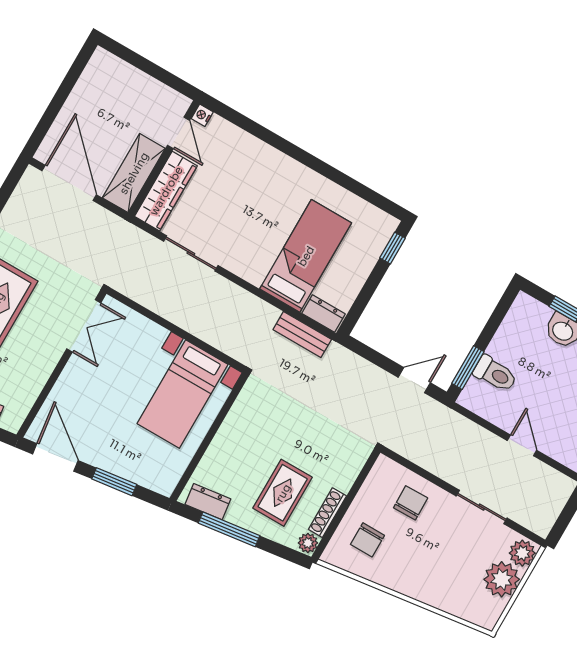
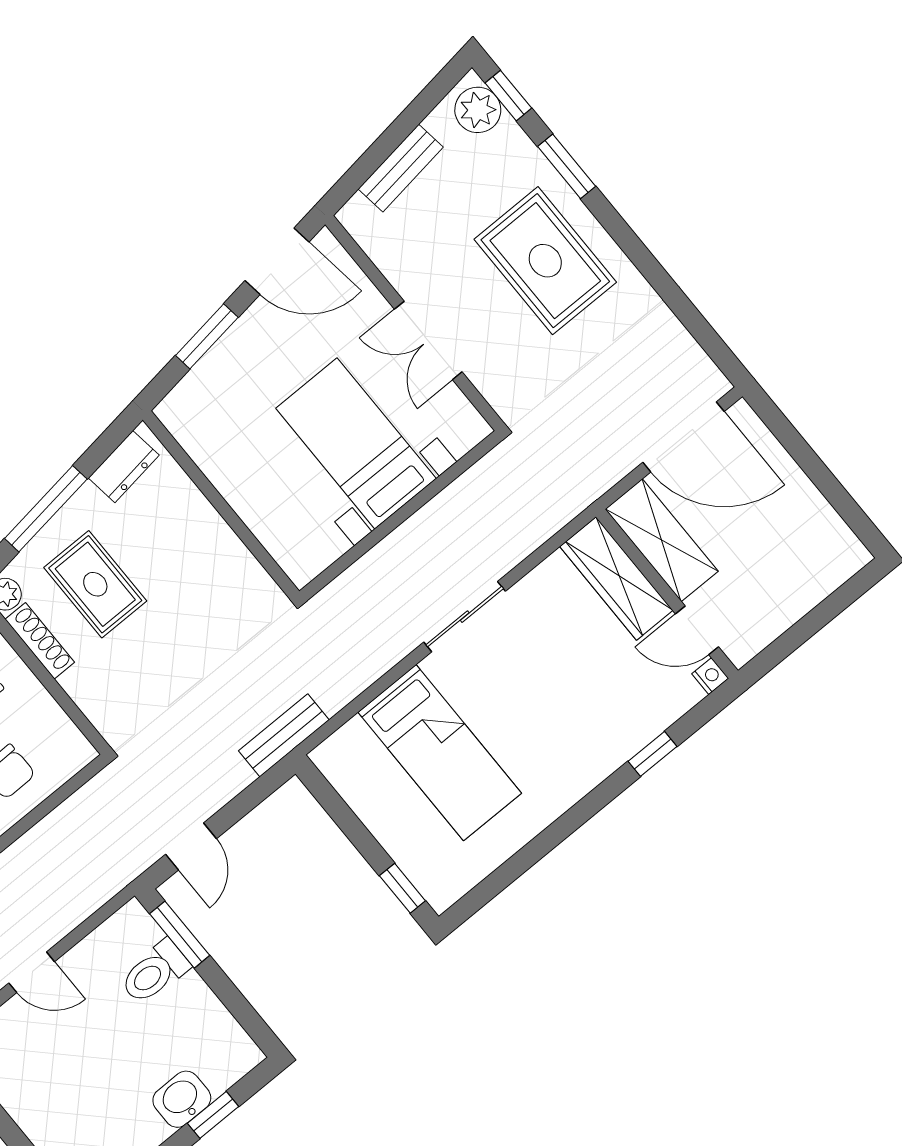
window: (260, 132) -> (652, 754), added
sliding door: (191, 253) -> (465, 617), moved
dresser: (323, 314) -> (343, 747), removed
double door: (84, 326) -> (428, 341), moved
bench: (302, 335) -> (284, 735), moved
bed with nightstands: (182, 394) -> (356, 443), moved
window: (229, 529) -> (46, 509), moved

